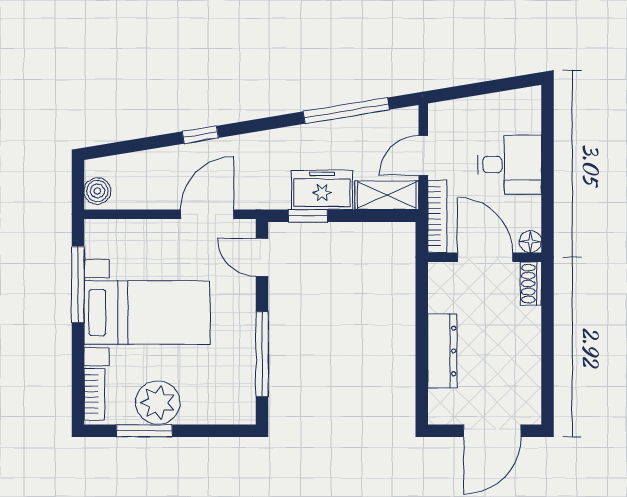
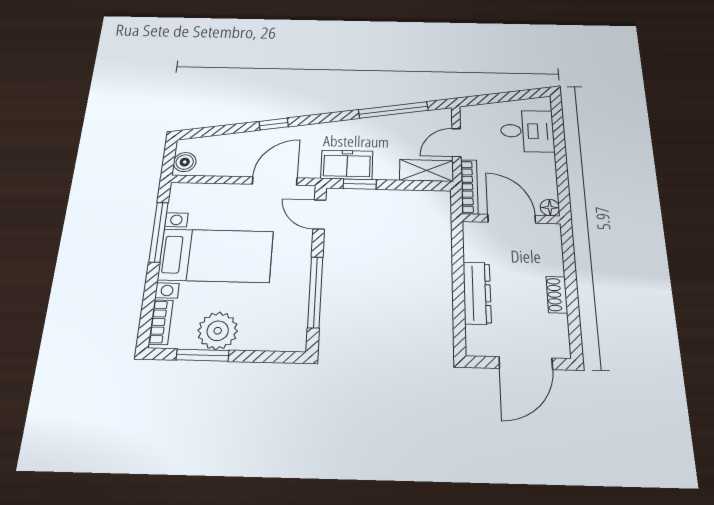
desk: (510, 165) -> (527, 131), moved
freezer: (322, 190) -> (347, 165), moved
shoe rack: (531, 284) -> (557, 295), moved

